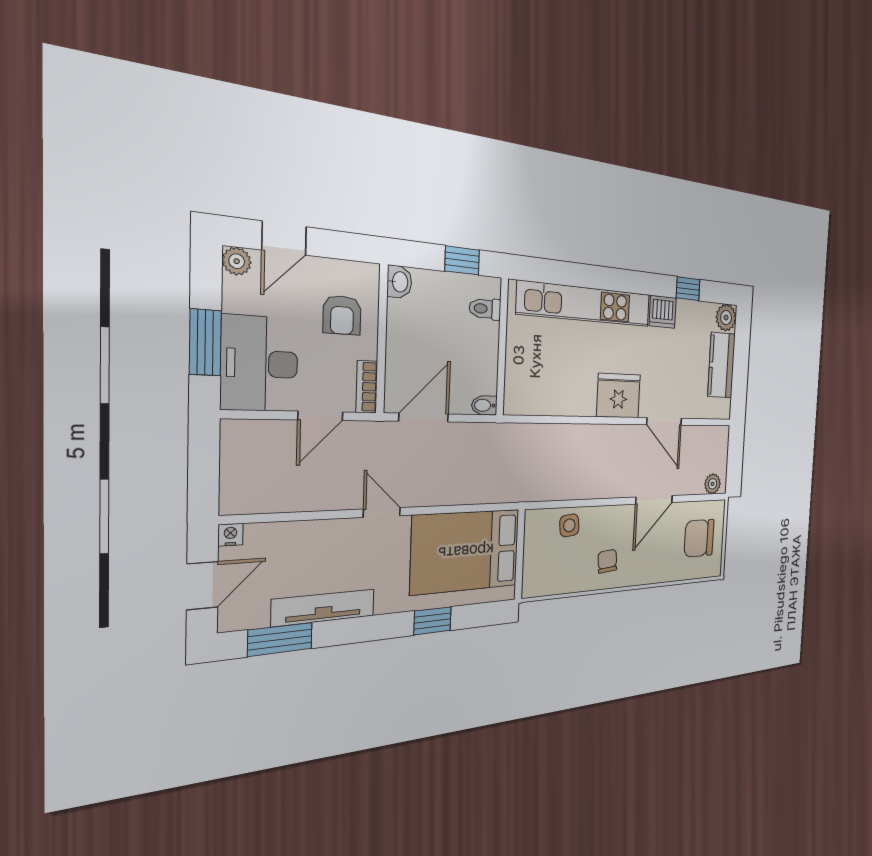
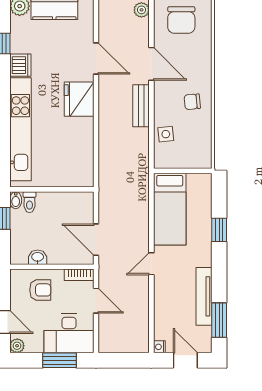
washbasin: (399, 282) -> (38, 257), moved
bidet: (484, 405) -> (16, 200), moved
door: (664, 421) -> (96, 59), hinge flipped
bench: (606, 487) -> (141, 106), added
bed: (466, 551) -> (170, 209), width x0.67

